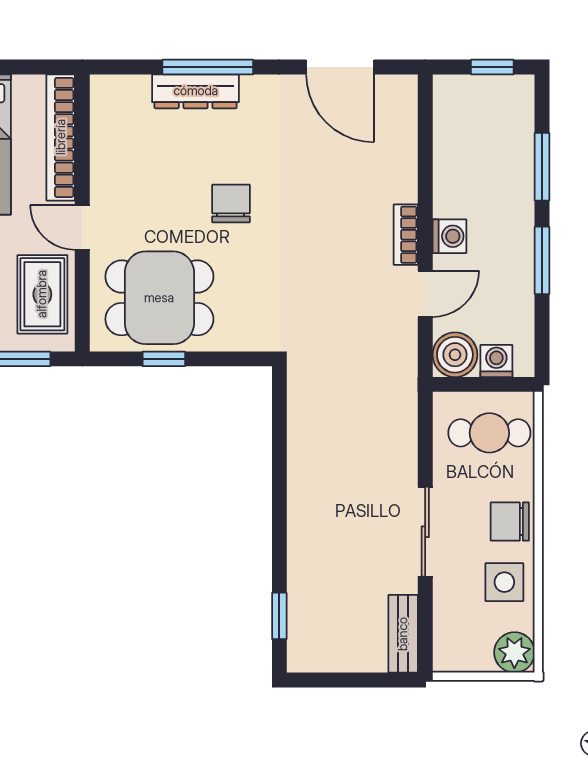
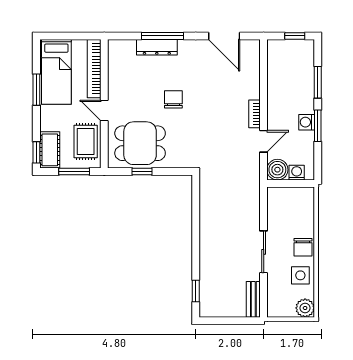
washing machine: (449, 236) -> (307, 122), moved, turned 180
cafe table: (489, 433) -> (293, 206), removed
chair: (510, 522) -> (303, 247), turned -90

